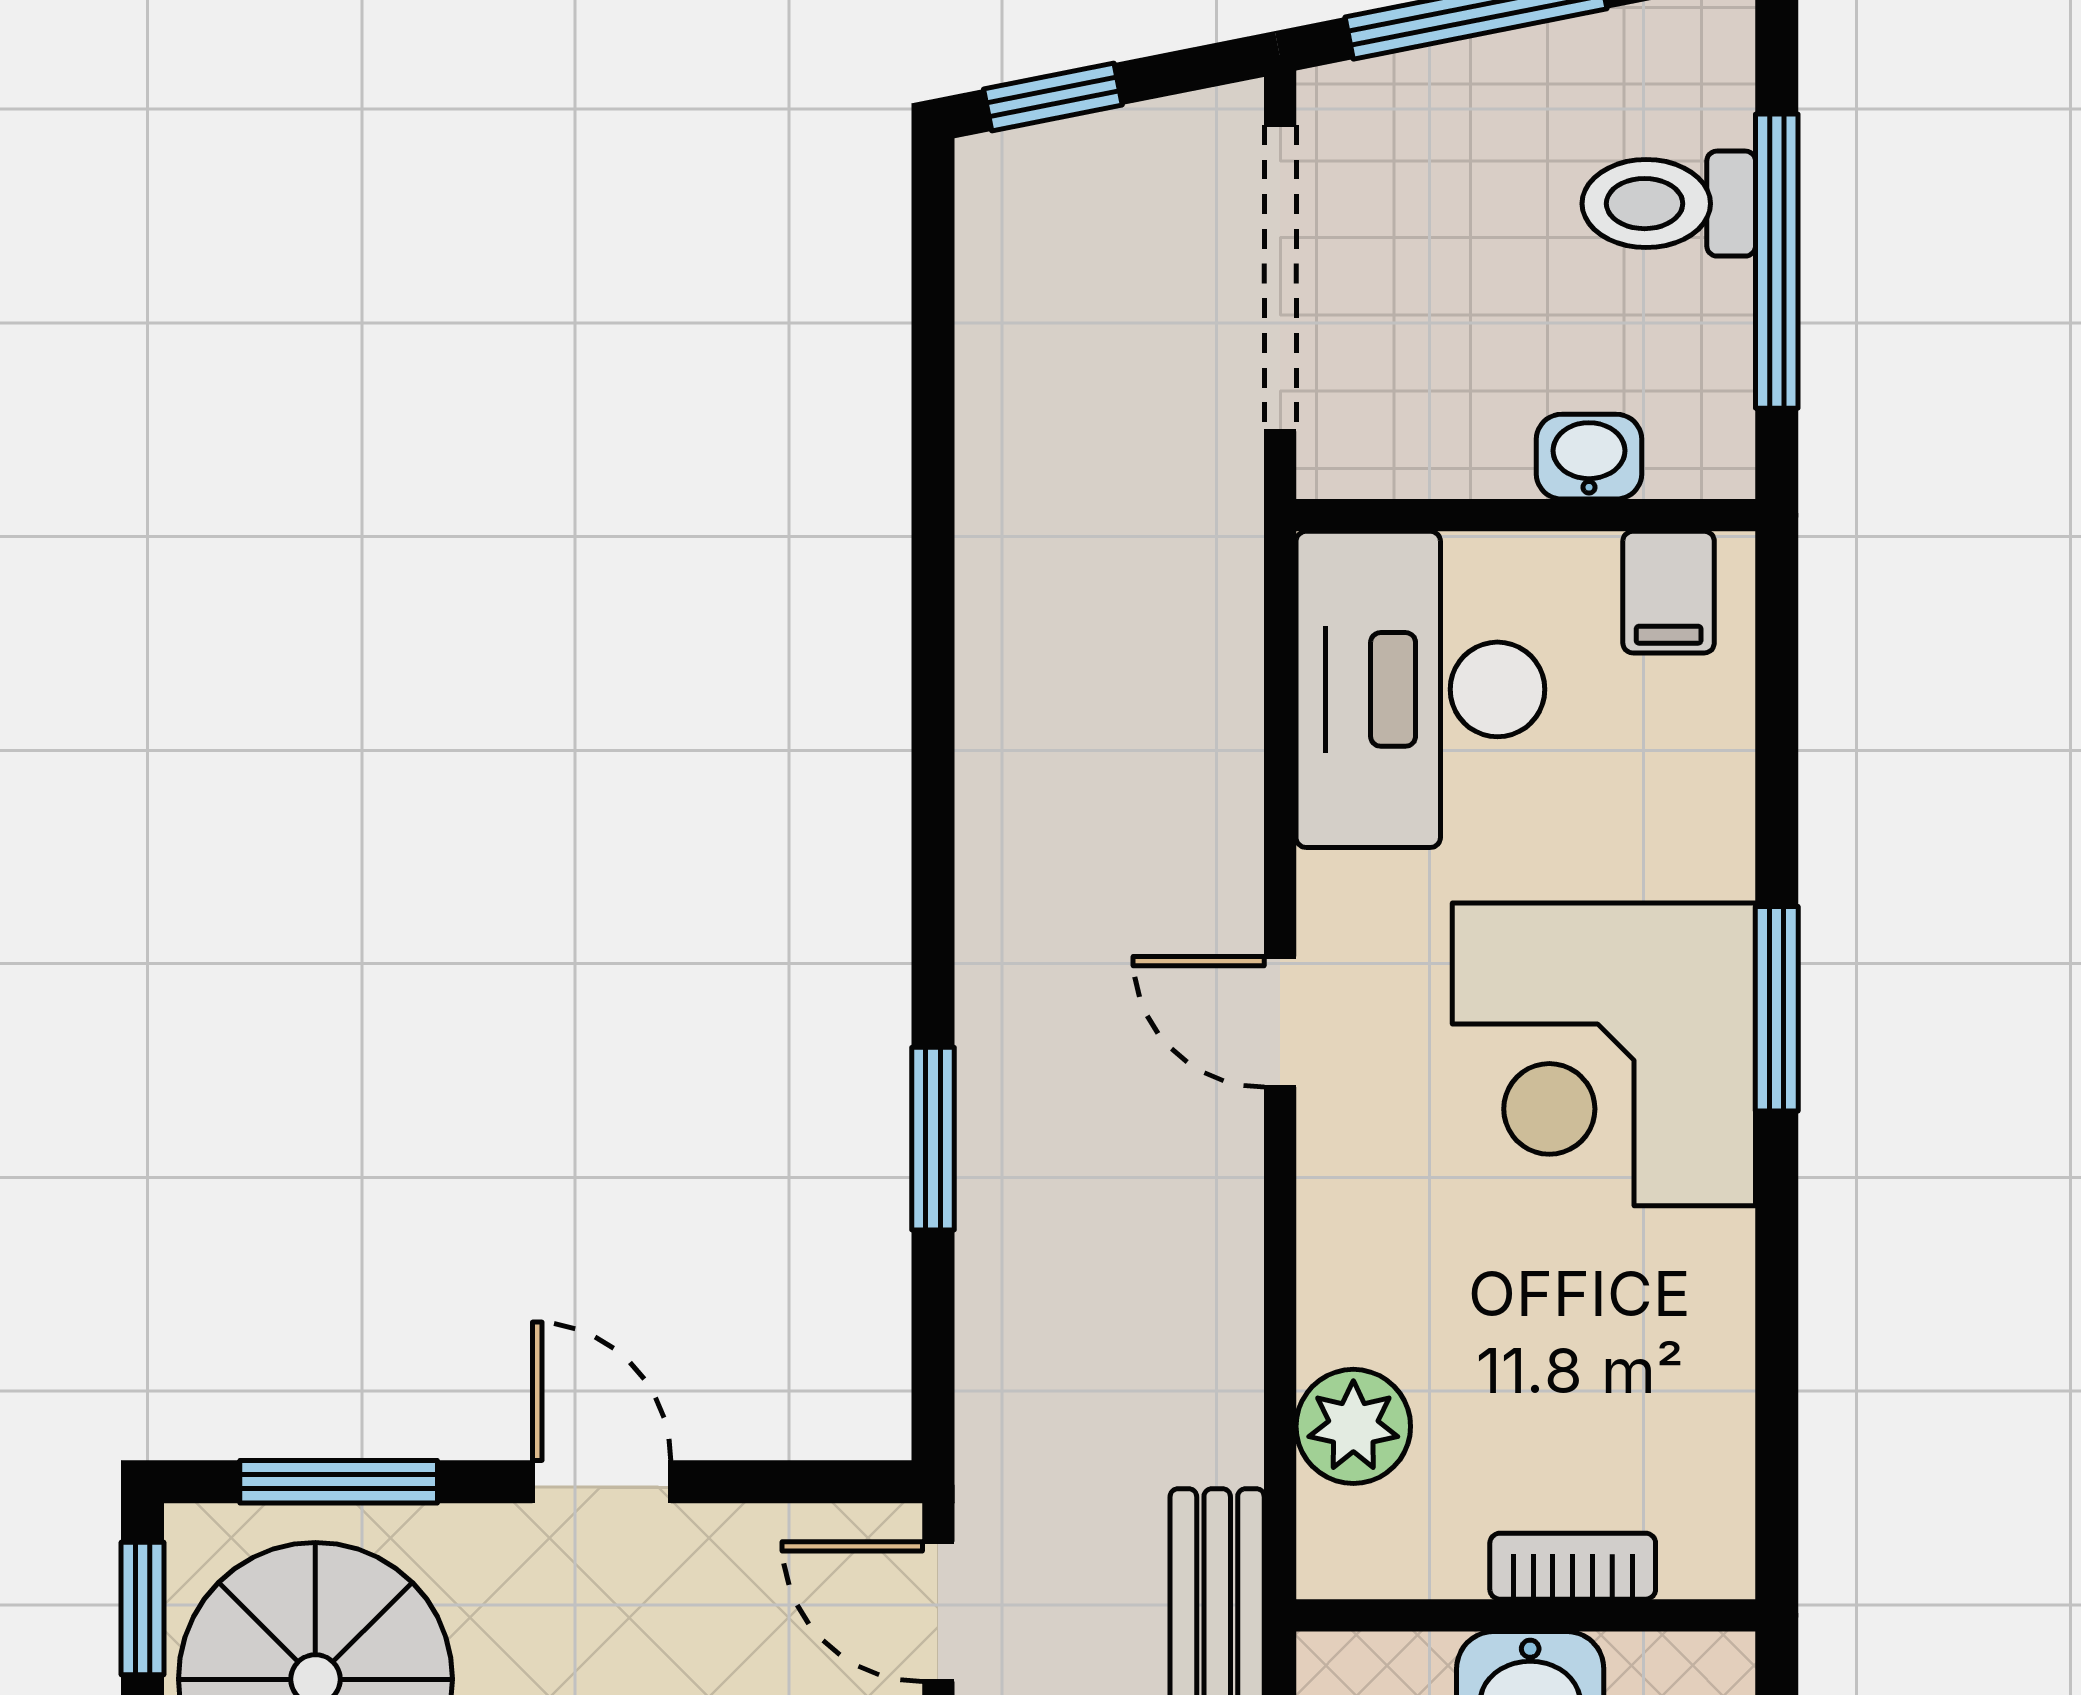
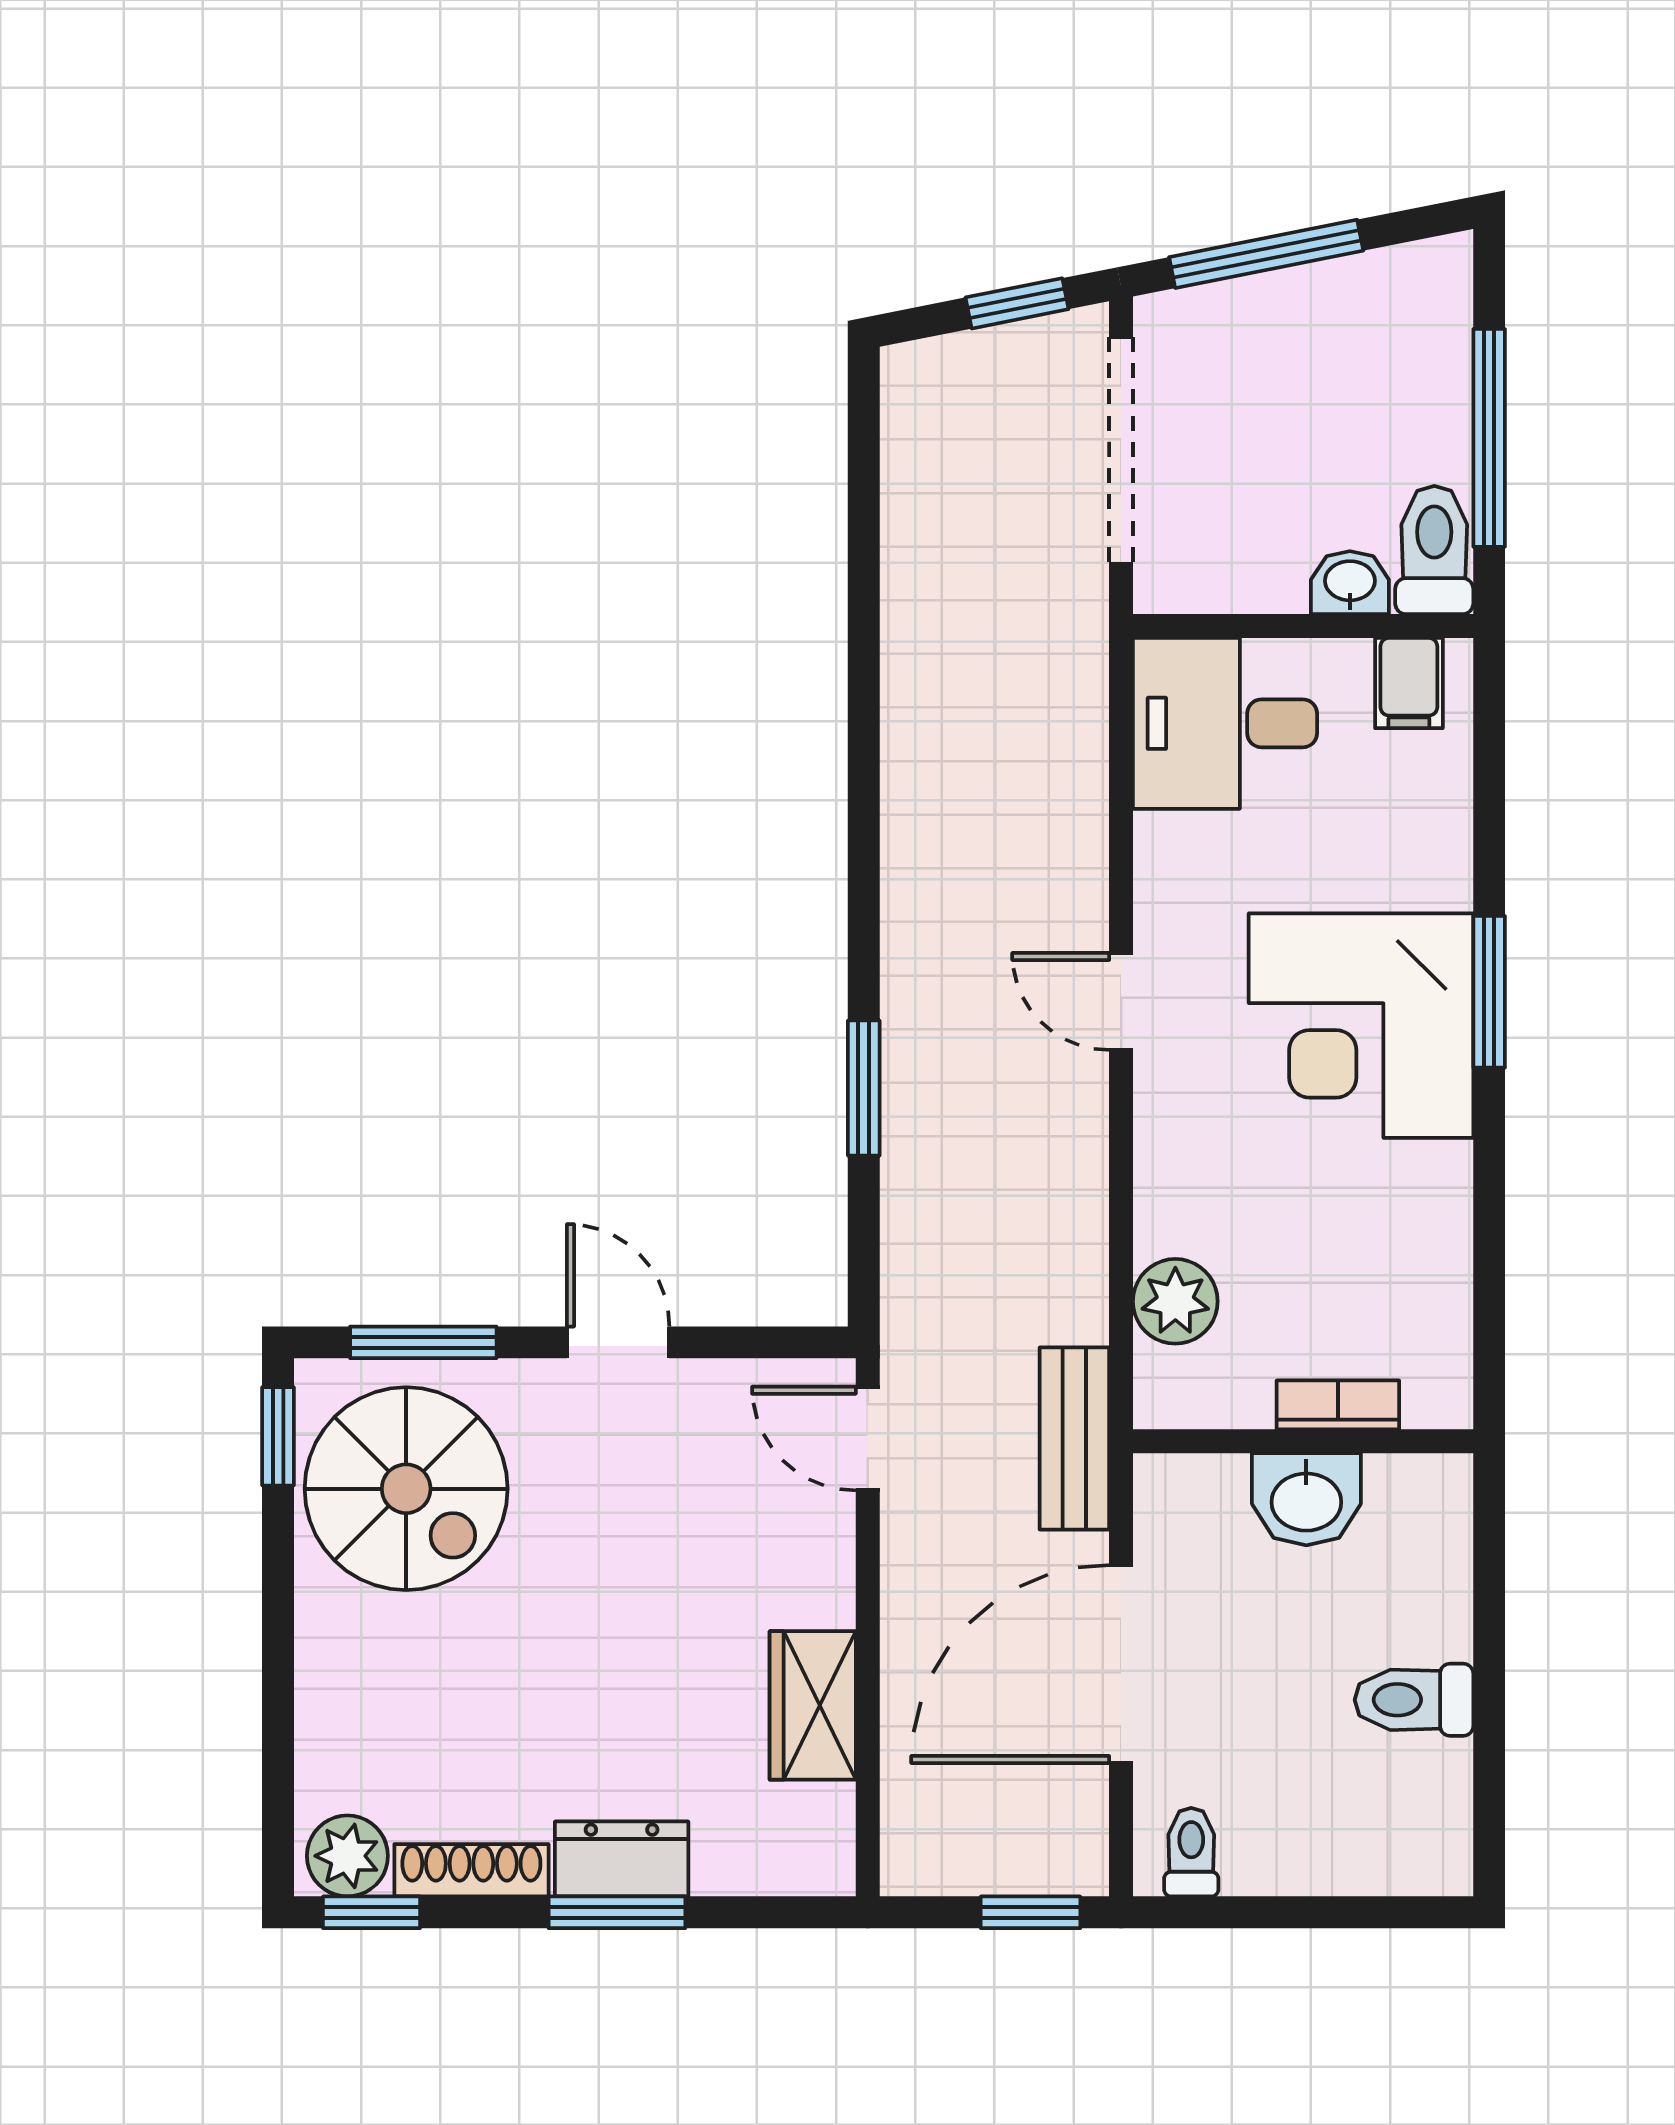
window: (1053, 97) -> (1017, 303), moved
toilet: (1669, 204) -> (1434, 550), moved, turned 90
desk: (1420, 689) -> (1225, 723), width x0.73

